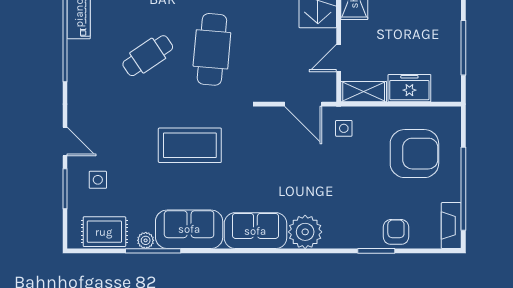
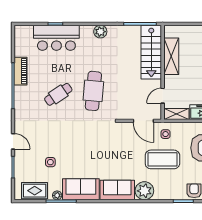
coffee table: (190, 145) -> (162, 159), moved
side table: (98, 180) -> (50, 162), moved

